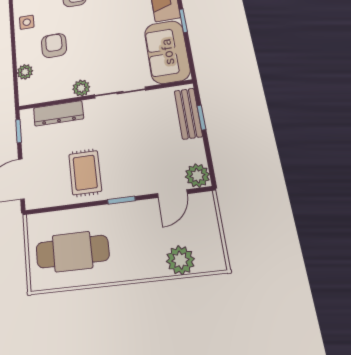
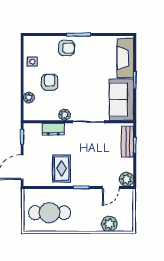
dresser: (58, 113) -> (53, 129), width x0.70

